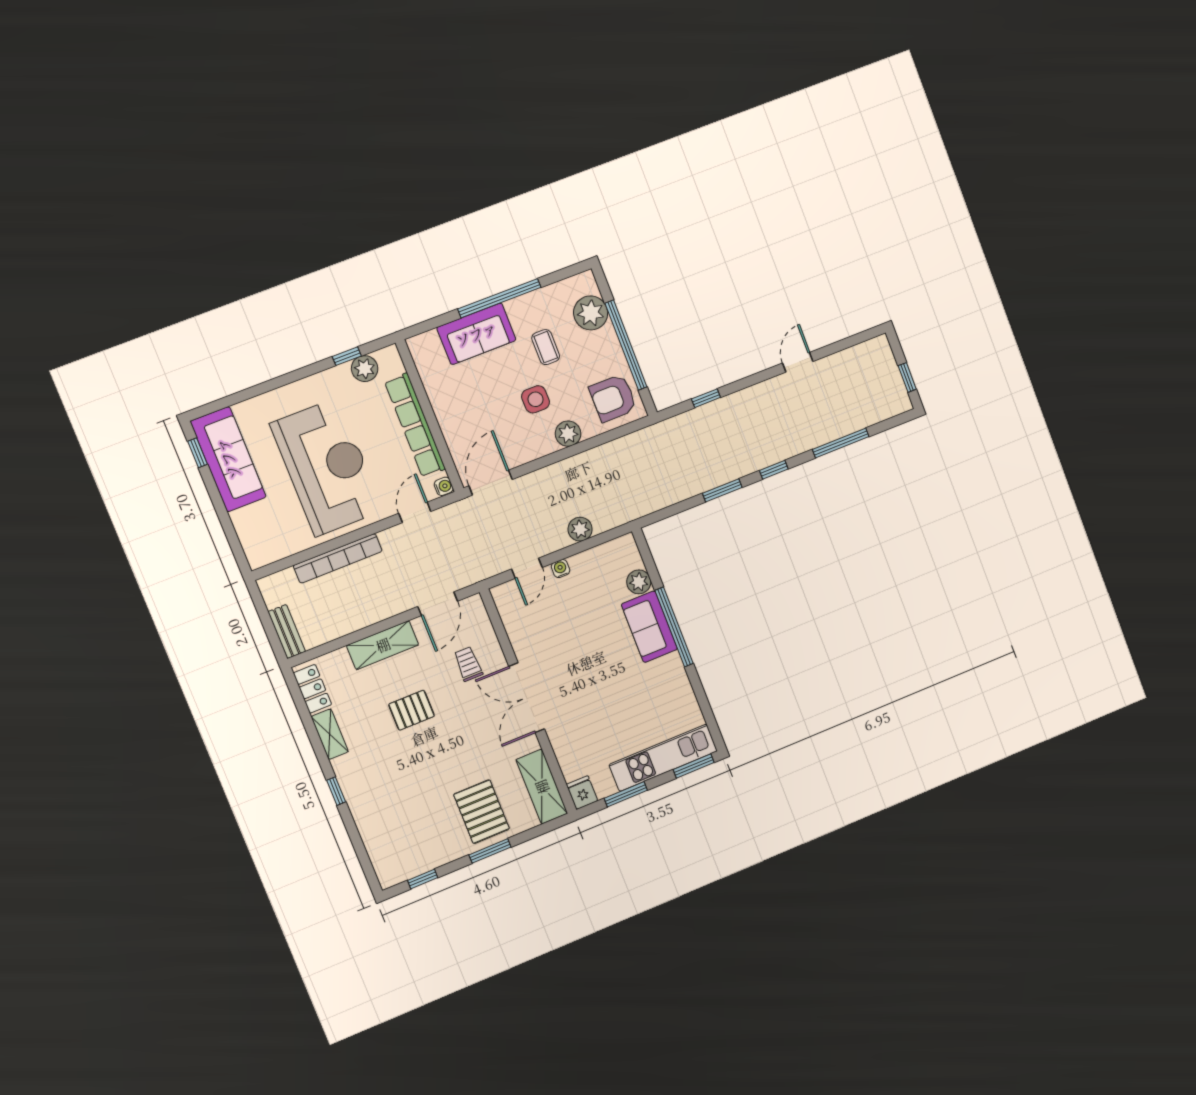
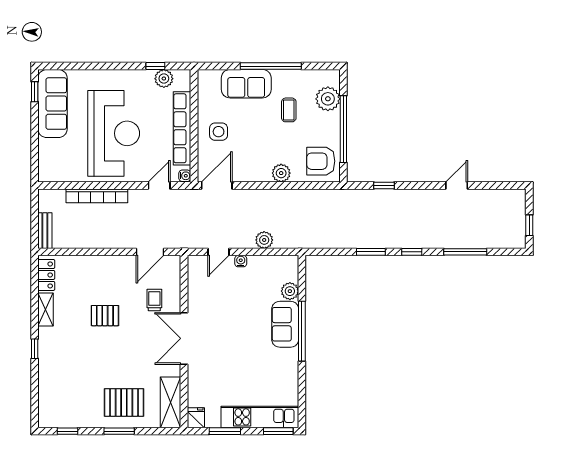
side table: (536, 399) -> (219, 132), moved
shelving: (383, 645) -> (103, 265), removed
pallet: (482, 812) -> (124, 402), turned 90

